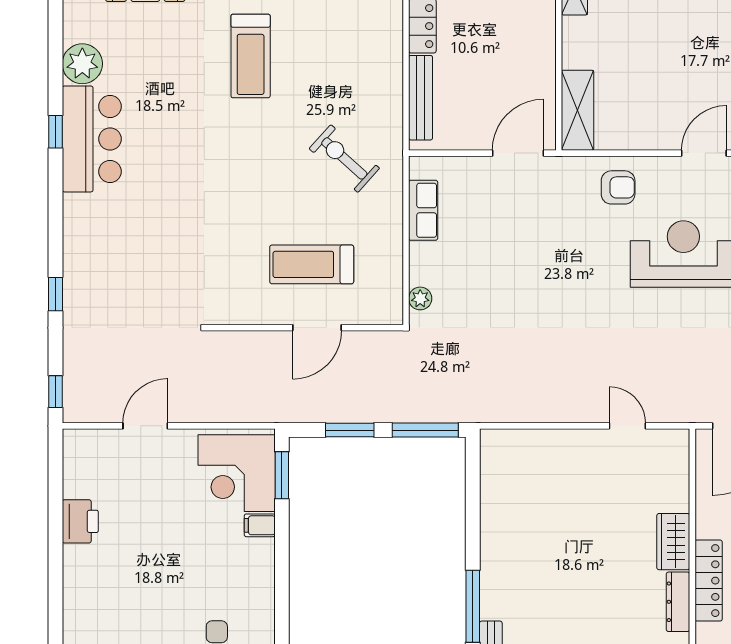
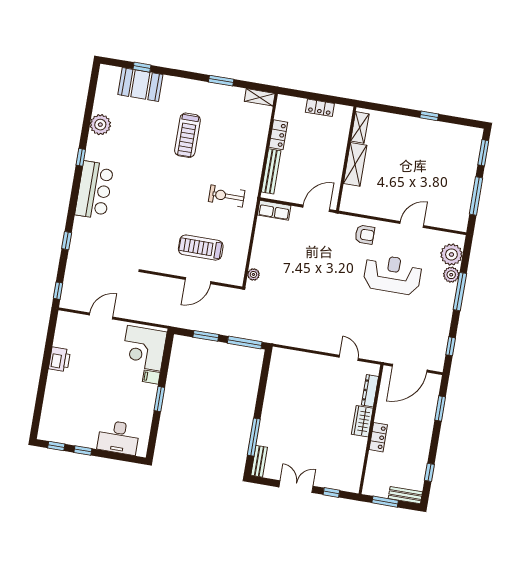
shelving: (578, 110) -> (355, 164), moved
bar counter: (92, 139) -> (94, 190), moved
exercise bike: (344, 158) -> (227, 196), turned -42
row of seats: (423, 210) -> (274, 210), moved, turned 90
window: (282, 475) -> (159, 399), moved
locker: (709, 581) -> (378, 437), width x0.66
dresser: (678, 602) -> (370, 391), moved

